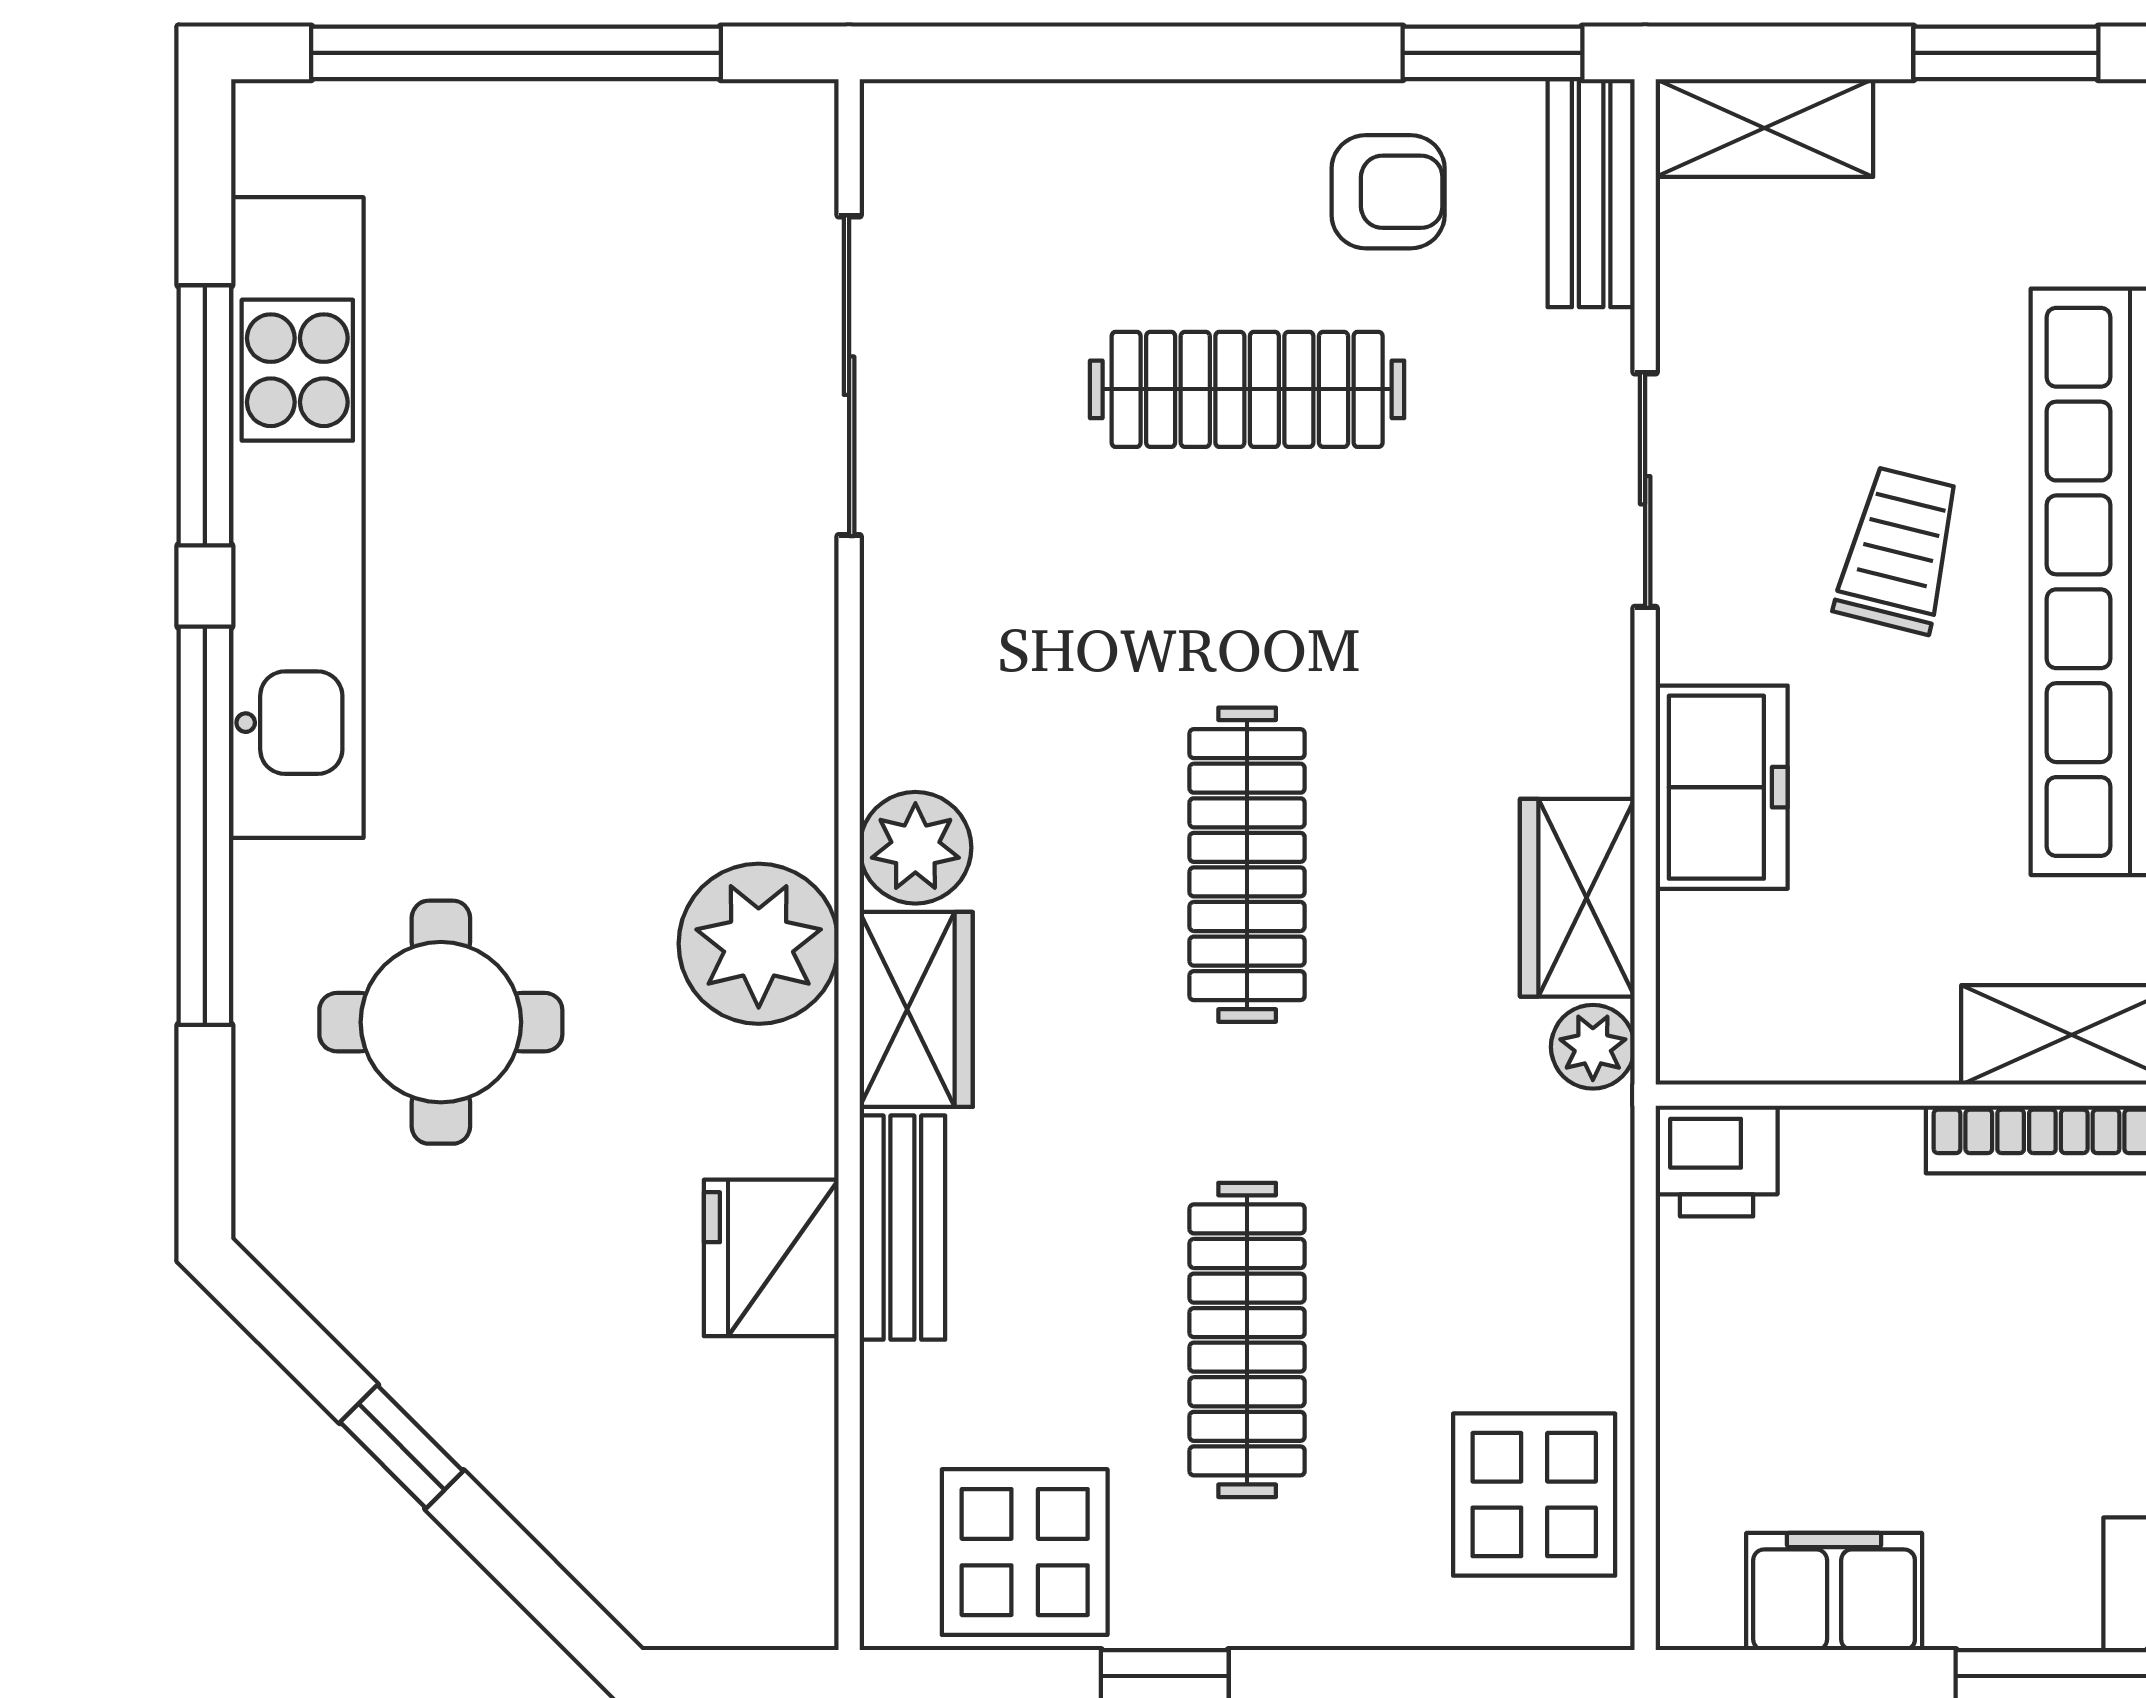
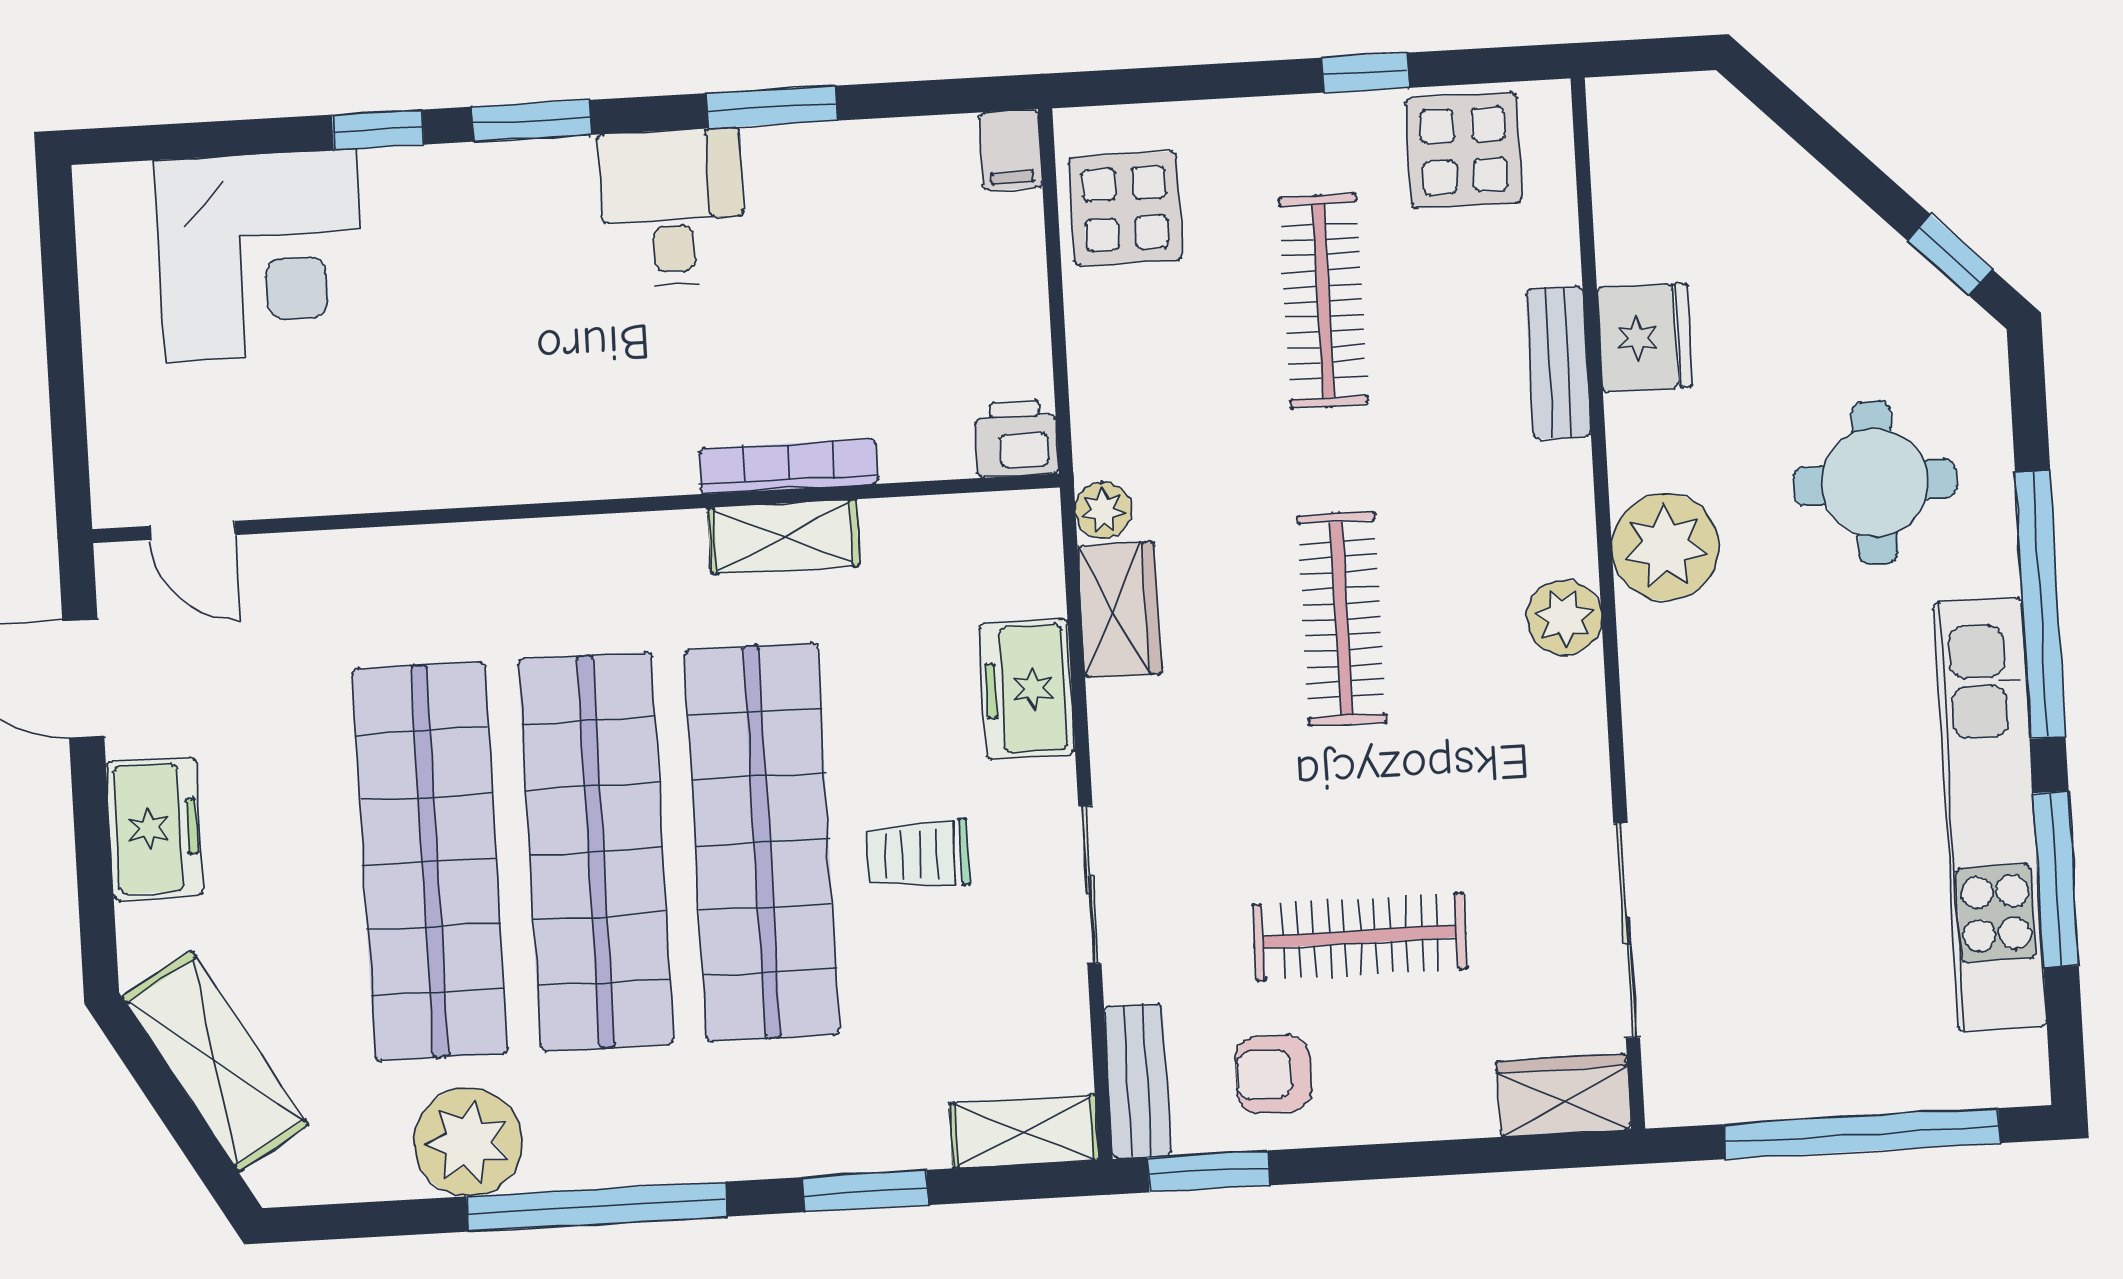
trolley: (1899, 550) -> (918, 854), turned 76
wardrobe: (916, 1009) -> (1564, 1095), moved, turned 90
window: (402, 1447) -> (1950, 255), moved
filing cabinet: (1834, 1592) -> (1011, 150), moved, width x0.50

